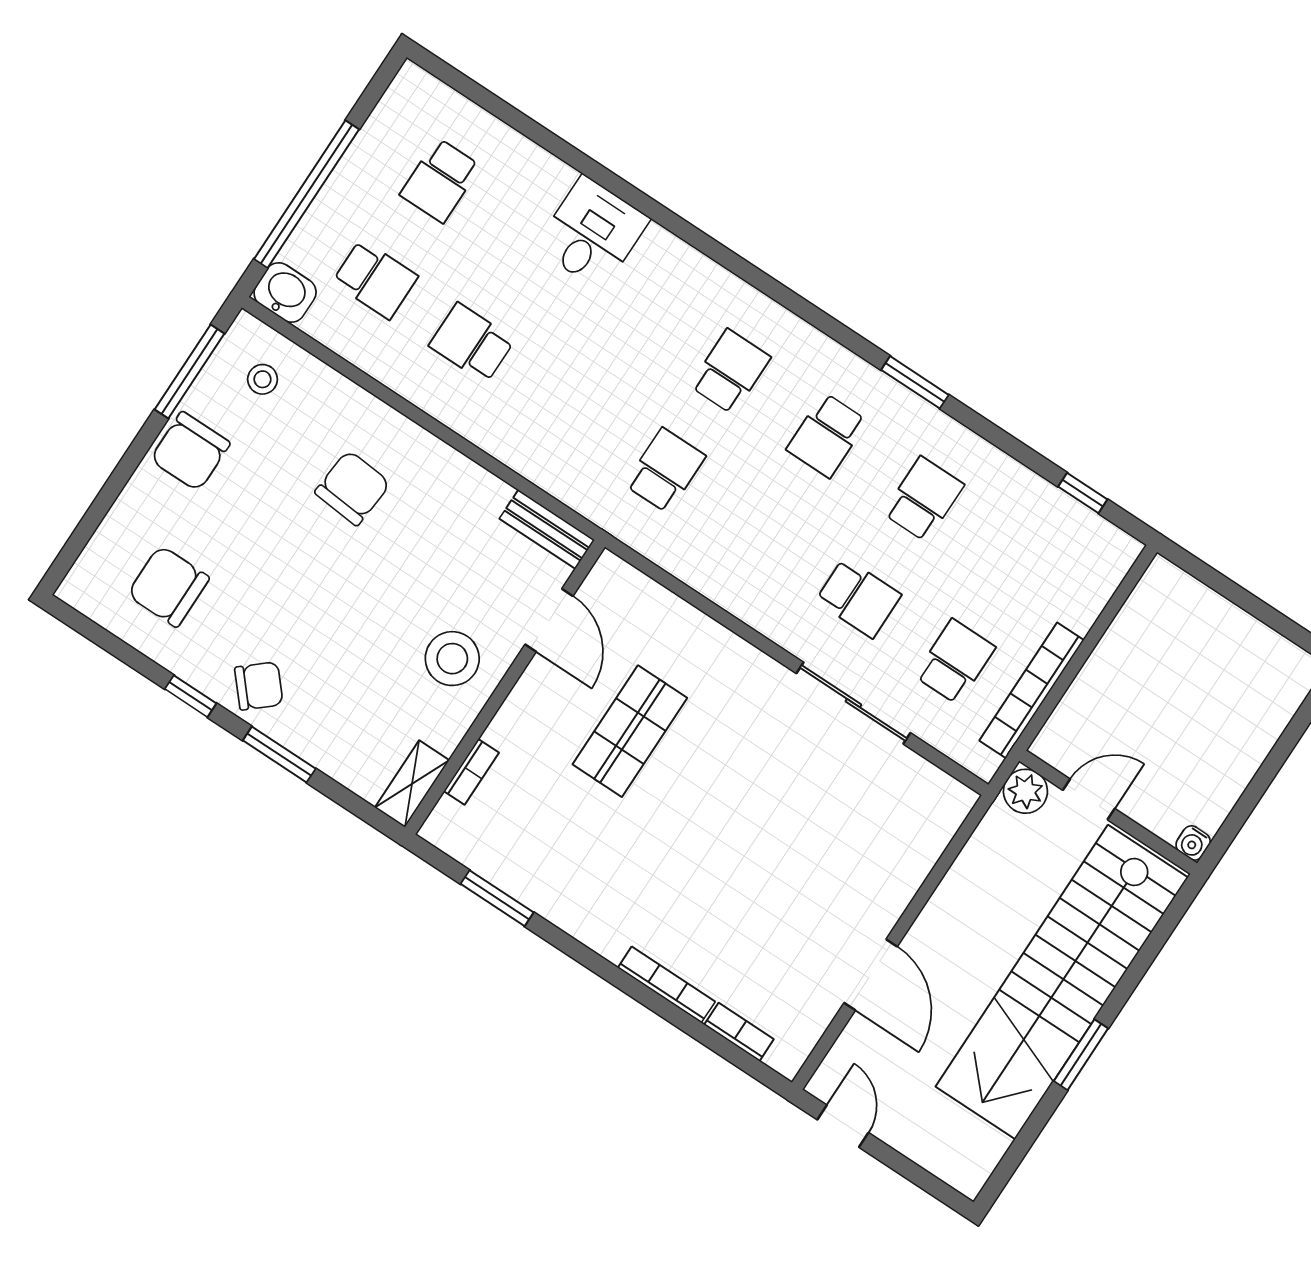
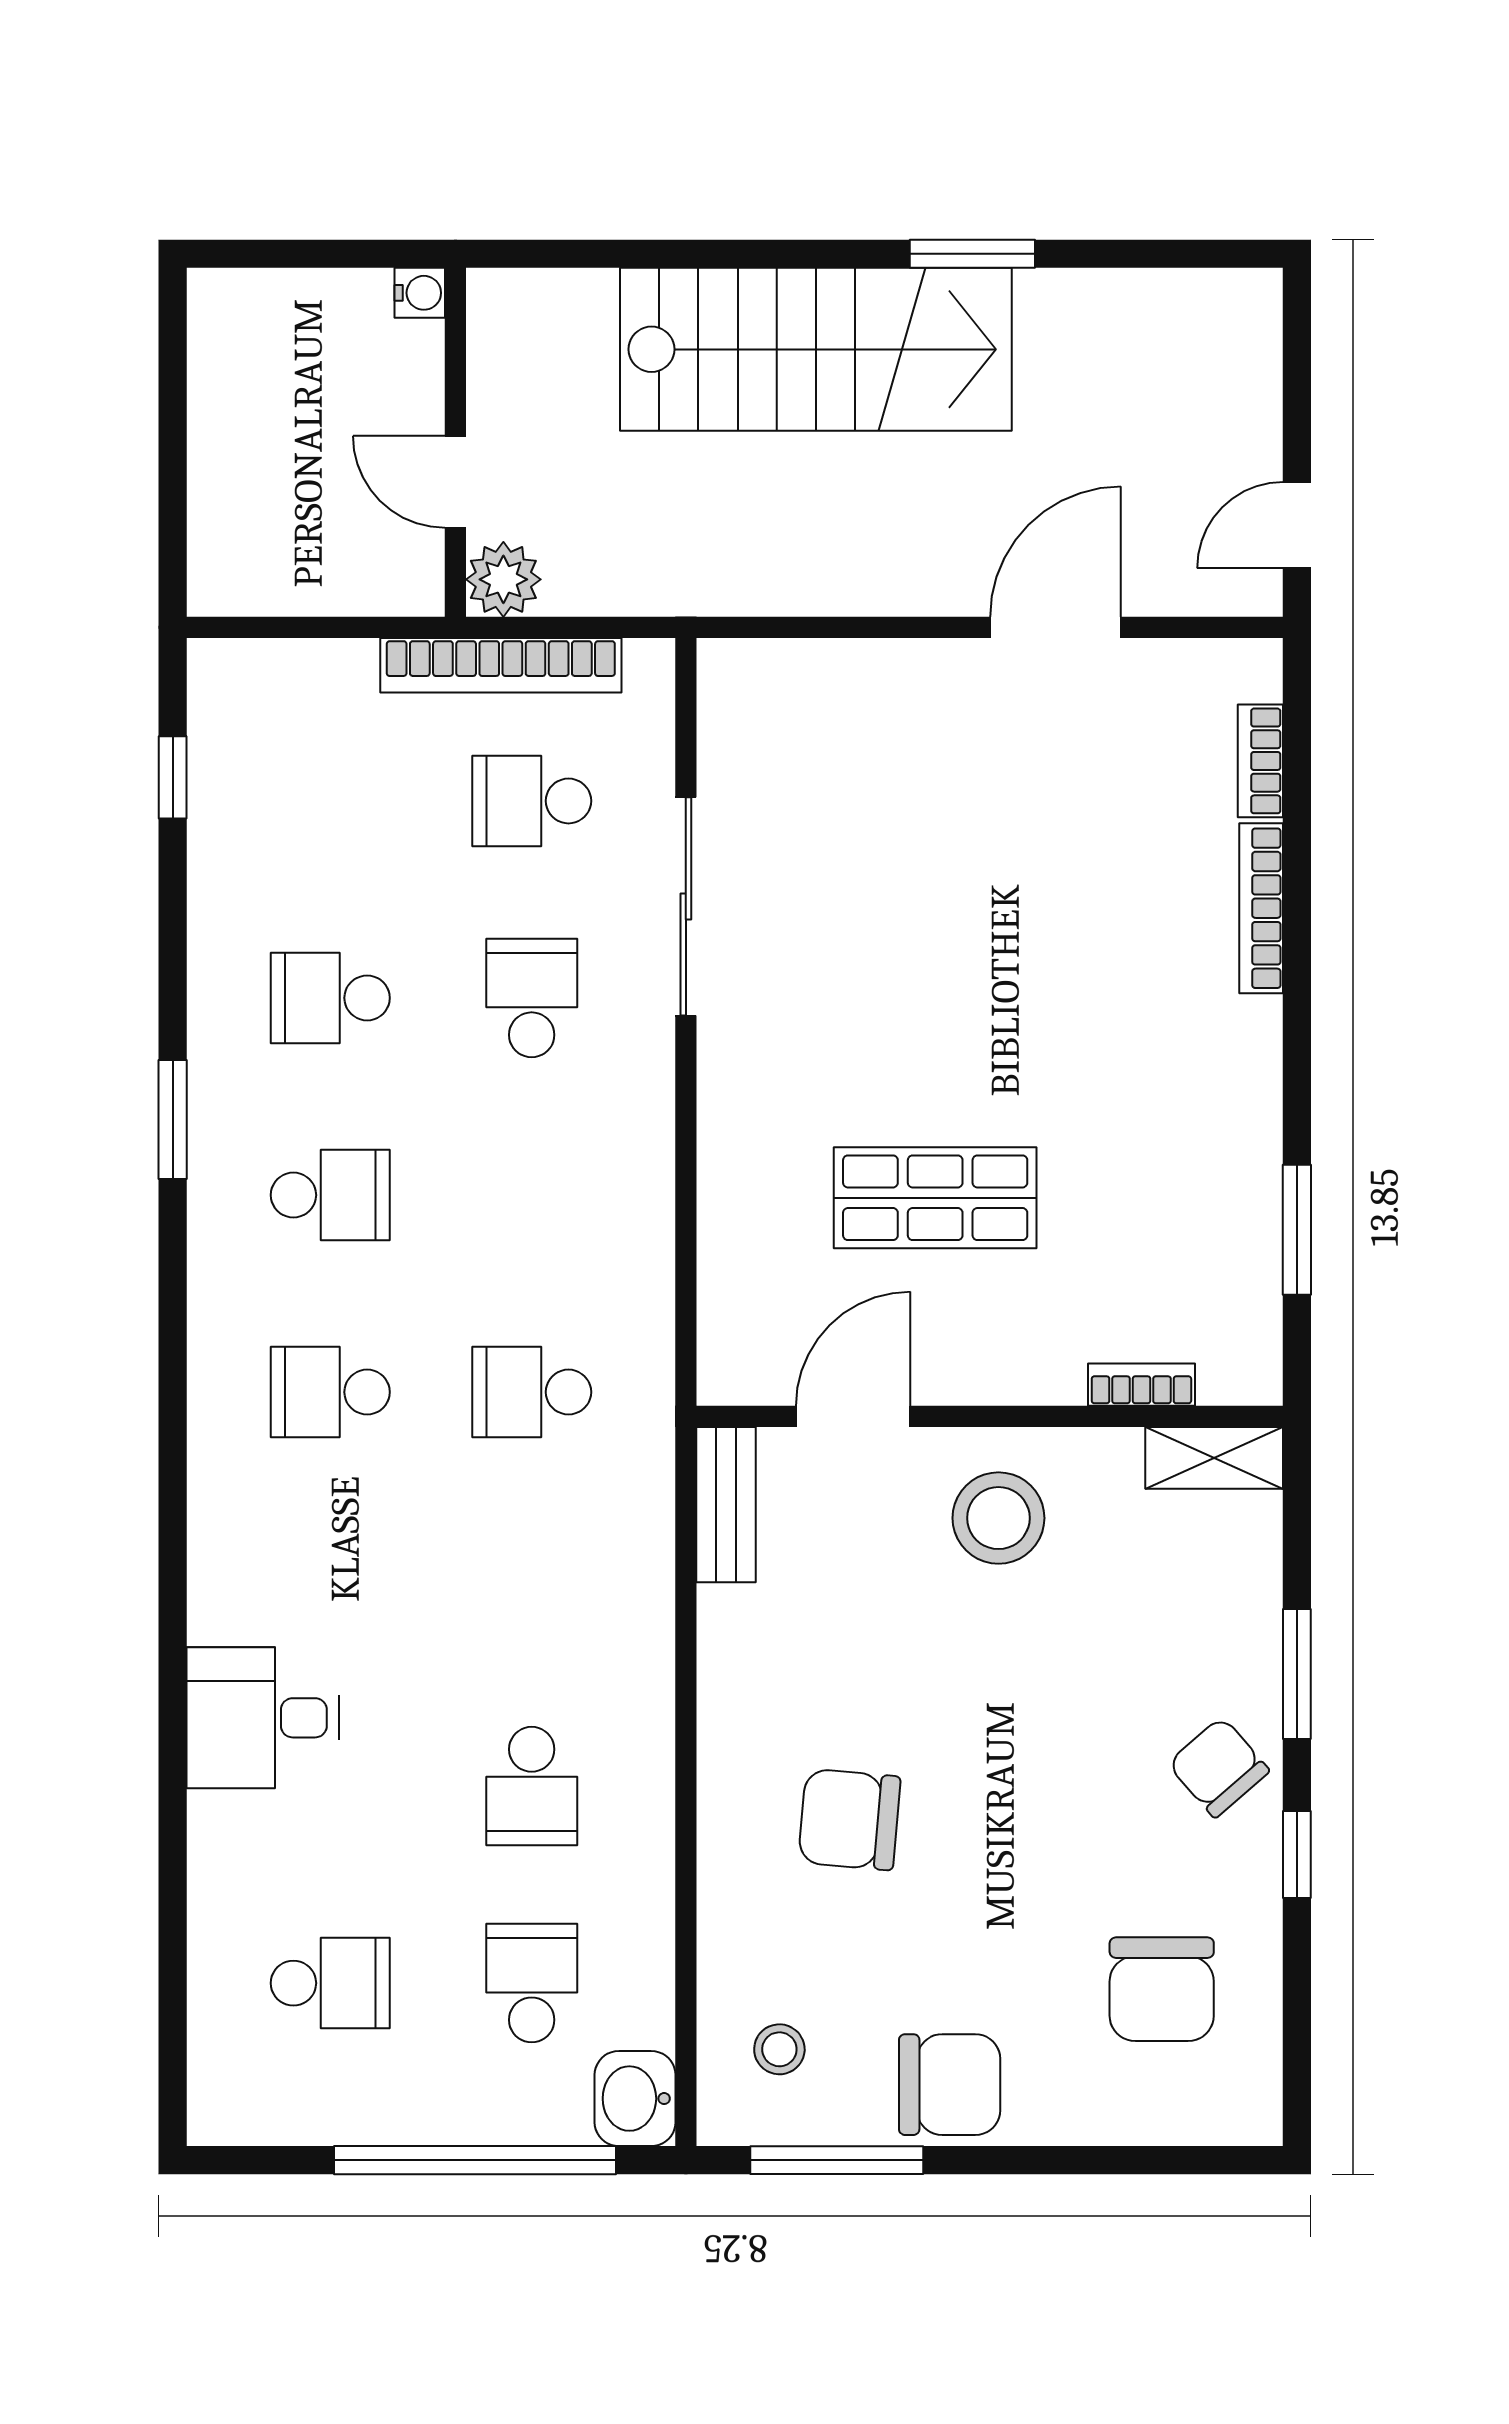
plant: (1025, 791) -> (503, 579), moved
door: (1089, 799) -> (455, 482), moved
wall: (1108, 812) -> (455, 442), moved
water cooler: (1193, 843) -> (420, 293), moved
stairs: (1062, 982) -> (816, 349), width x0.73

